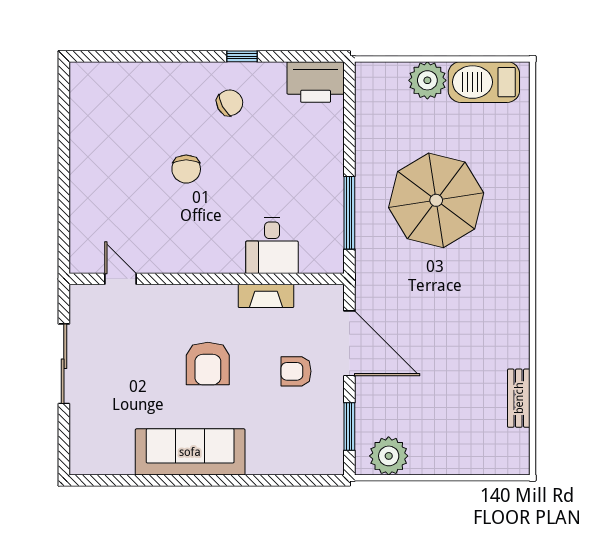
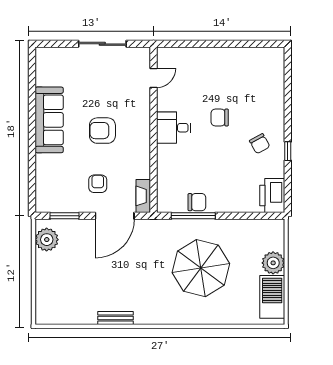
chair: (327, 207) -> (197, 202), added
desk: (272, 245) -> (174, 128), moved
fireplace: (266, 296) -> (143, 196), moved
bench: (519, 398) -> (116, 318), moved

